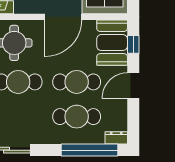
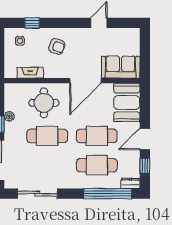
window: (133, 44) -> (145, 166), moved

